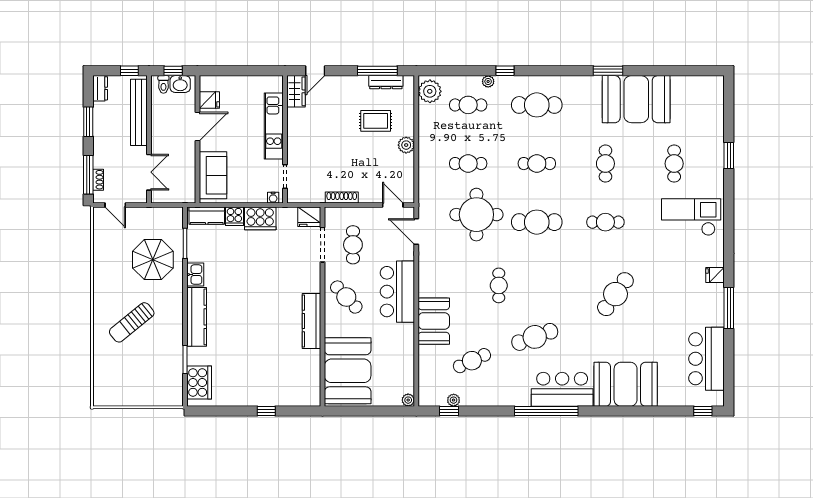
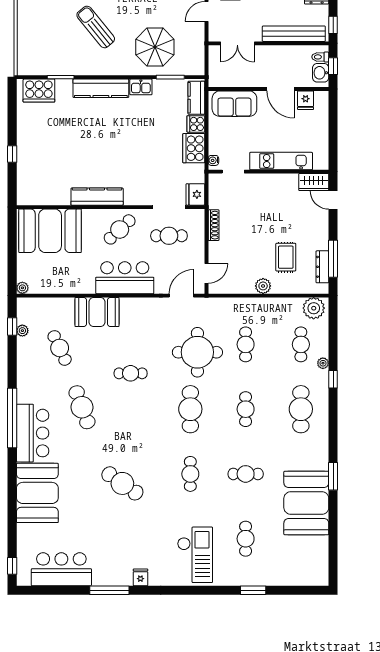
cafe table: (674, 164) -> (246, 539), turned 90

